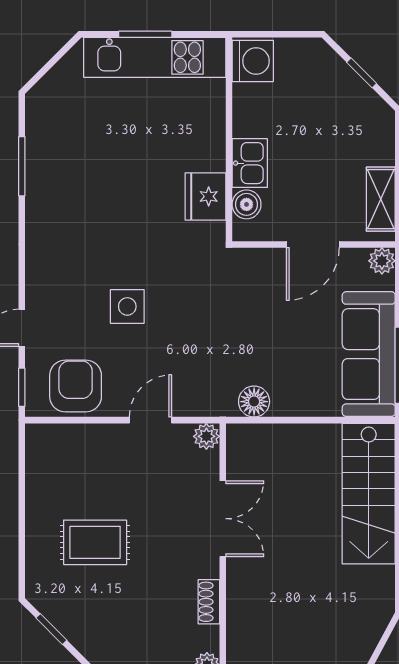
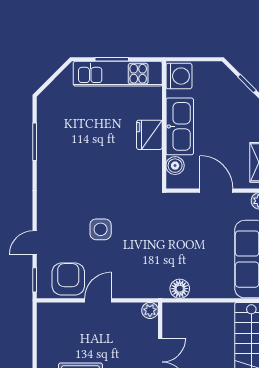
kitchen sink: (250, 163) -> (180, 126), width x1.88, depth x1.24
fridge: (205, 196) -> (149, 135), moved
door: (313, 244) -> (216, 191), swing flipped
door: (150, 420) -> (98, 300), moved

